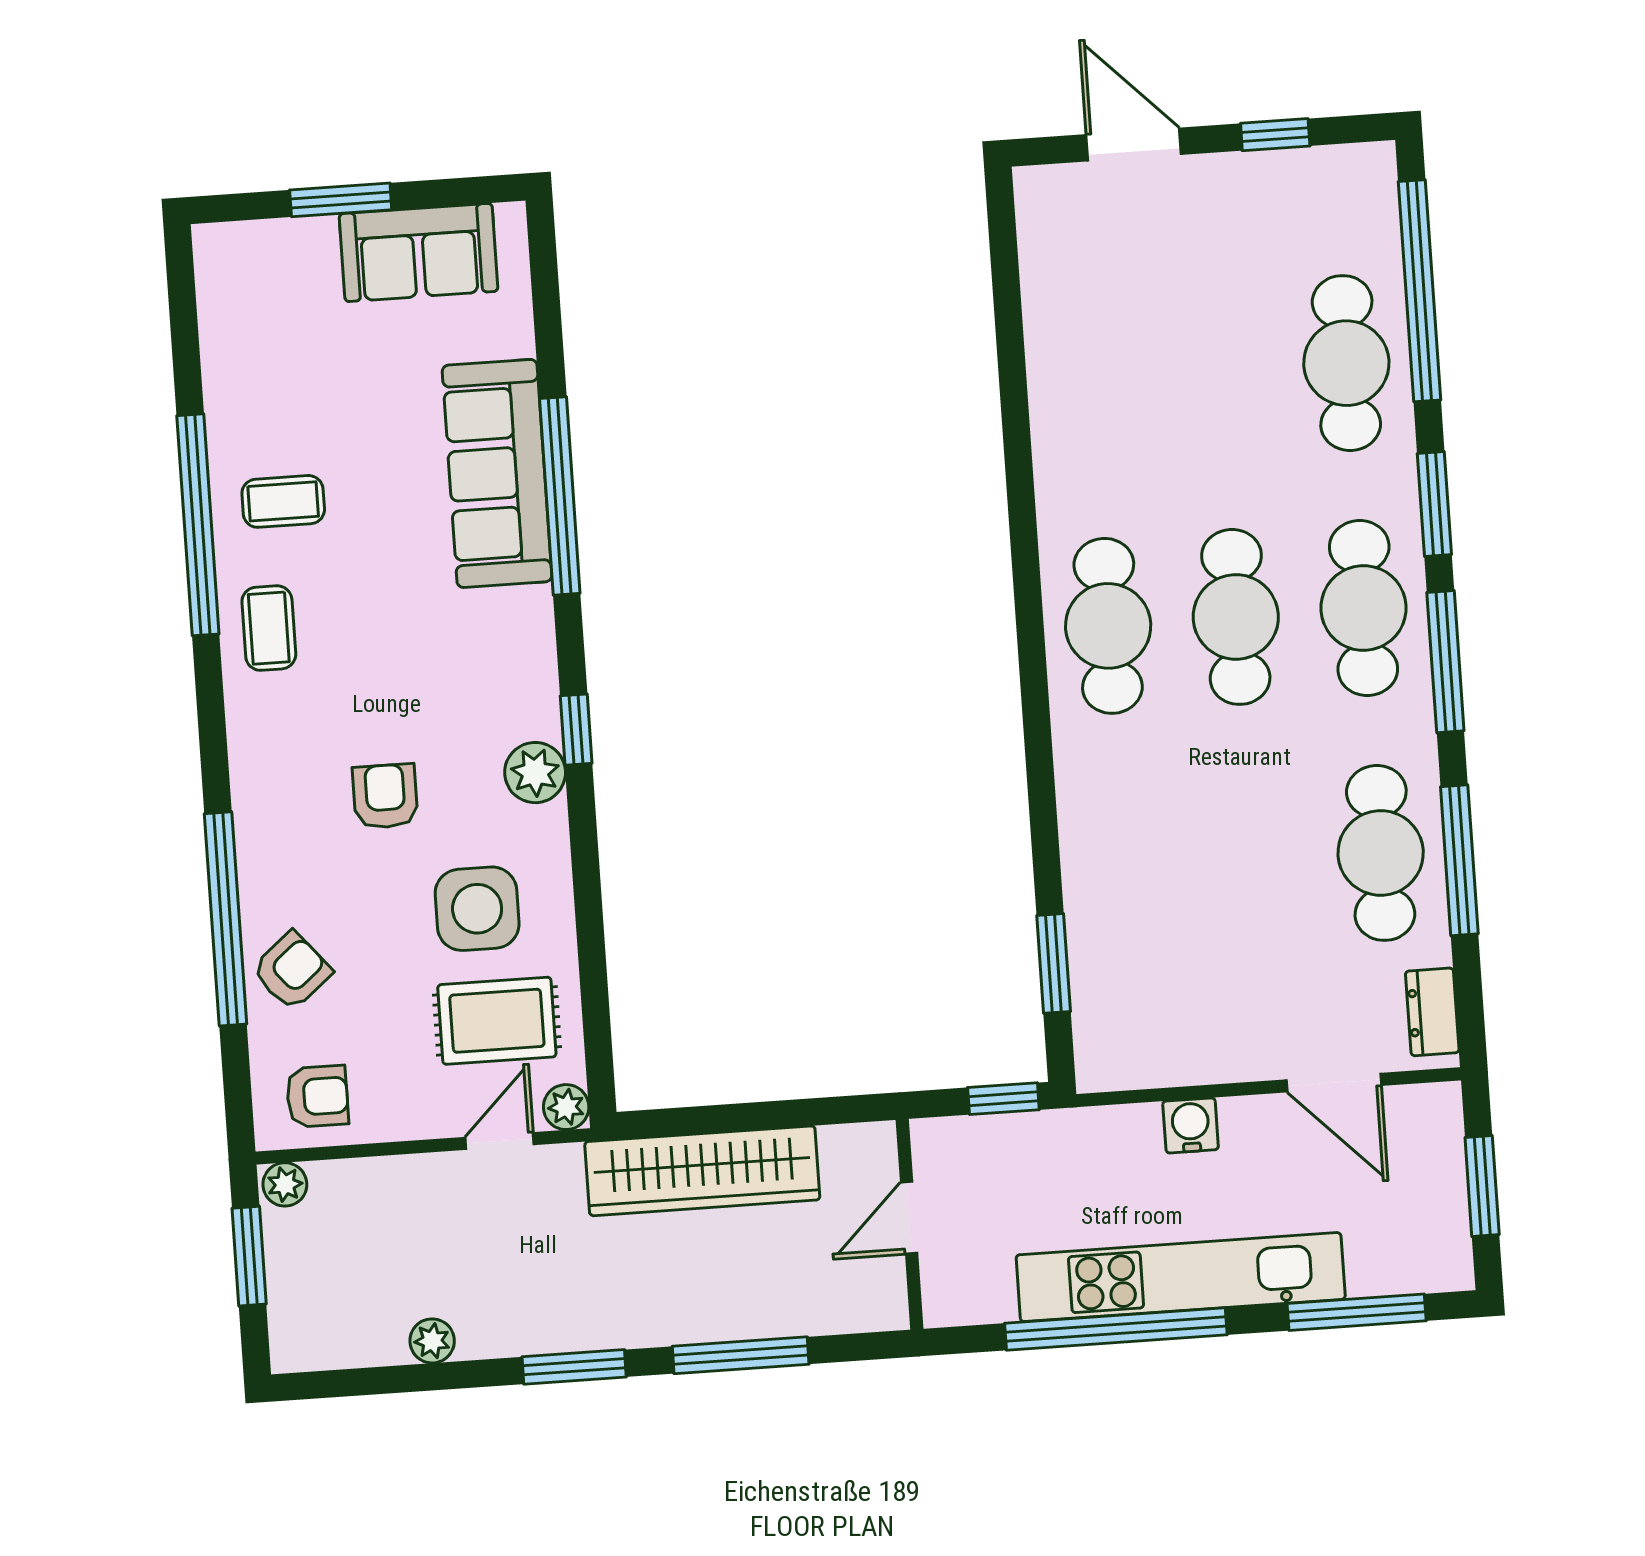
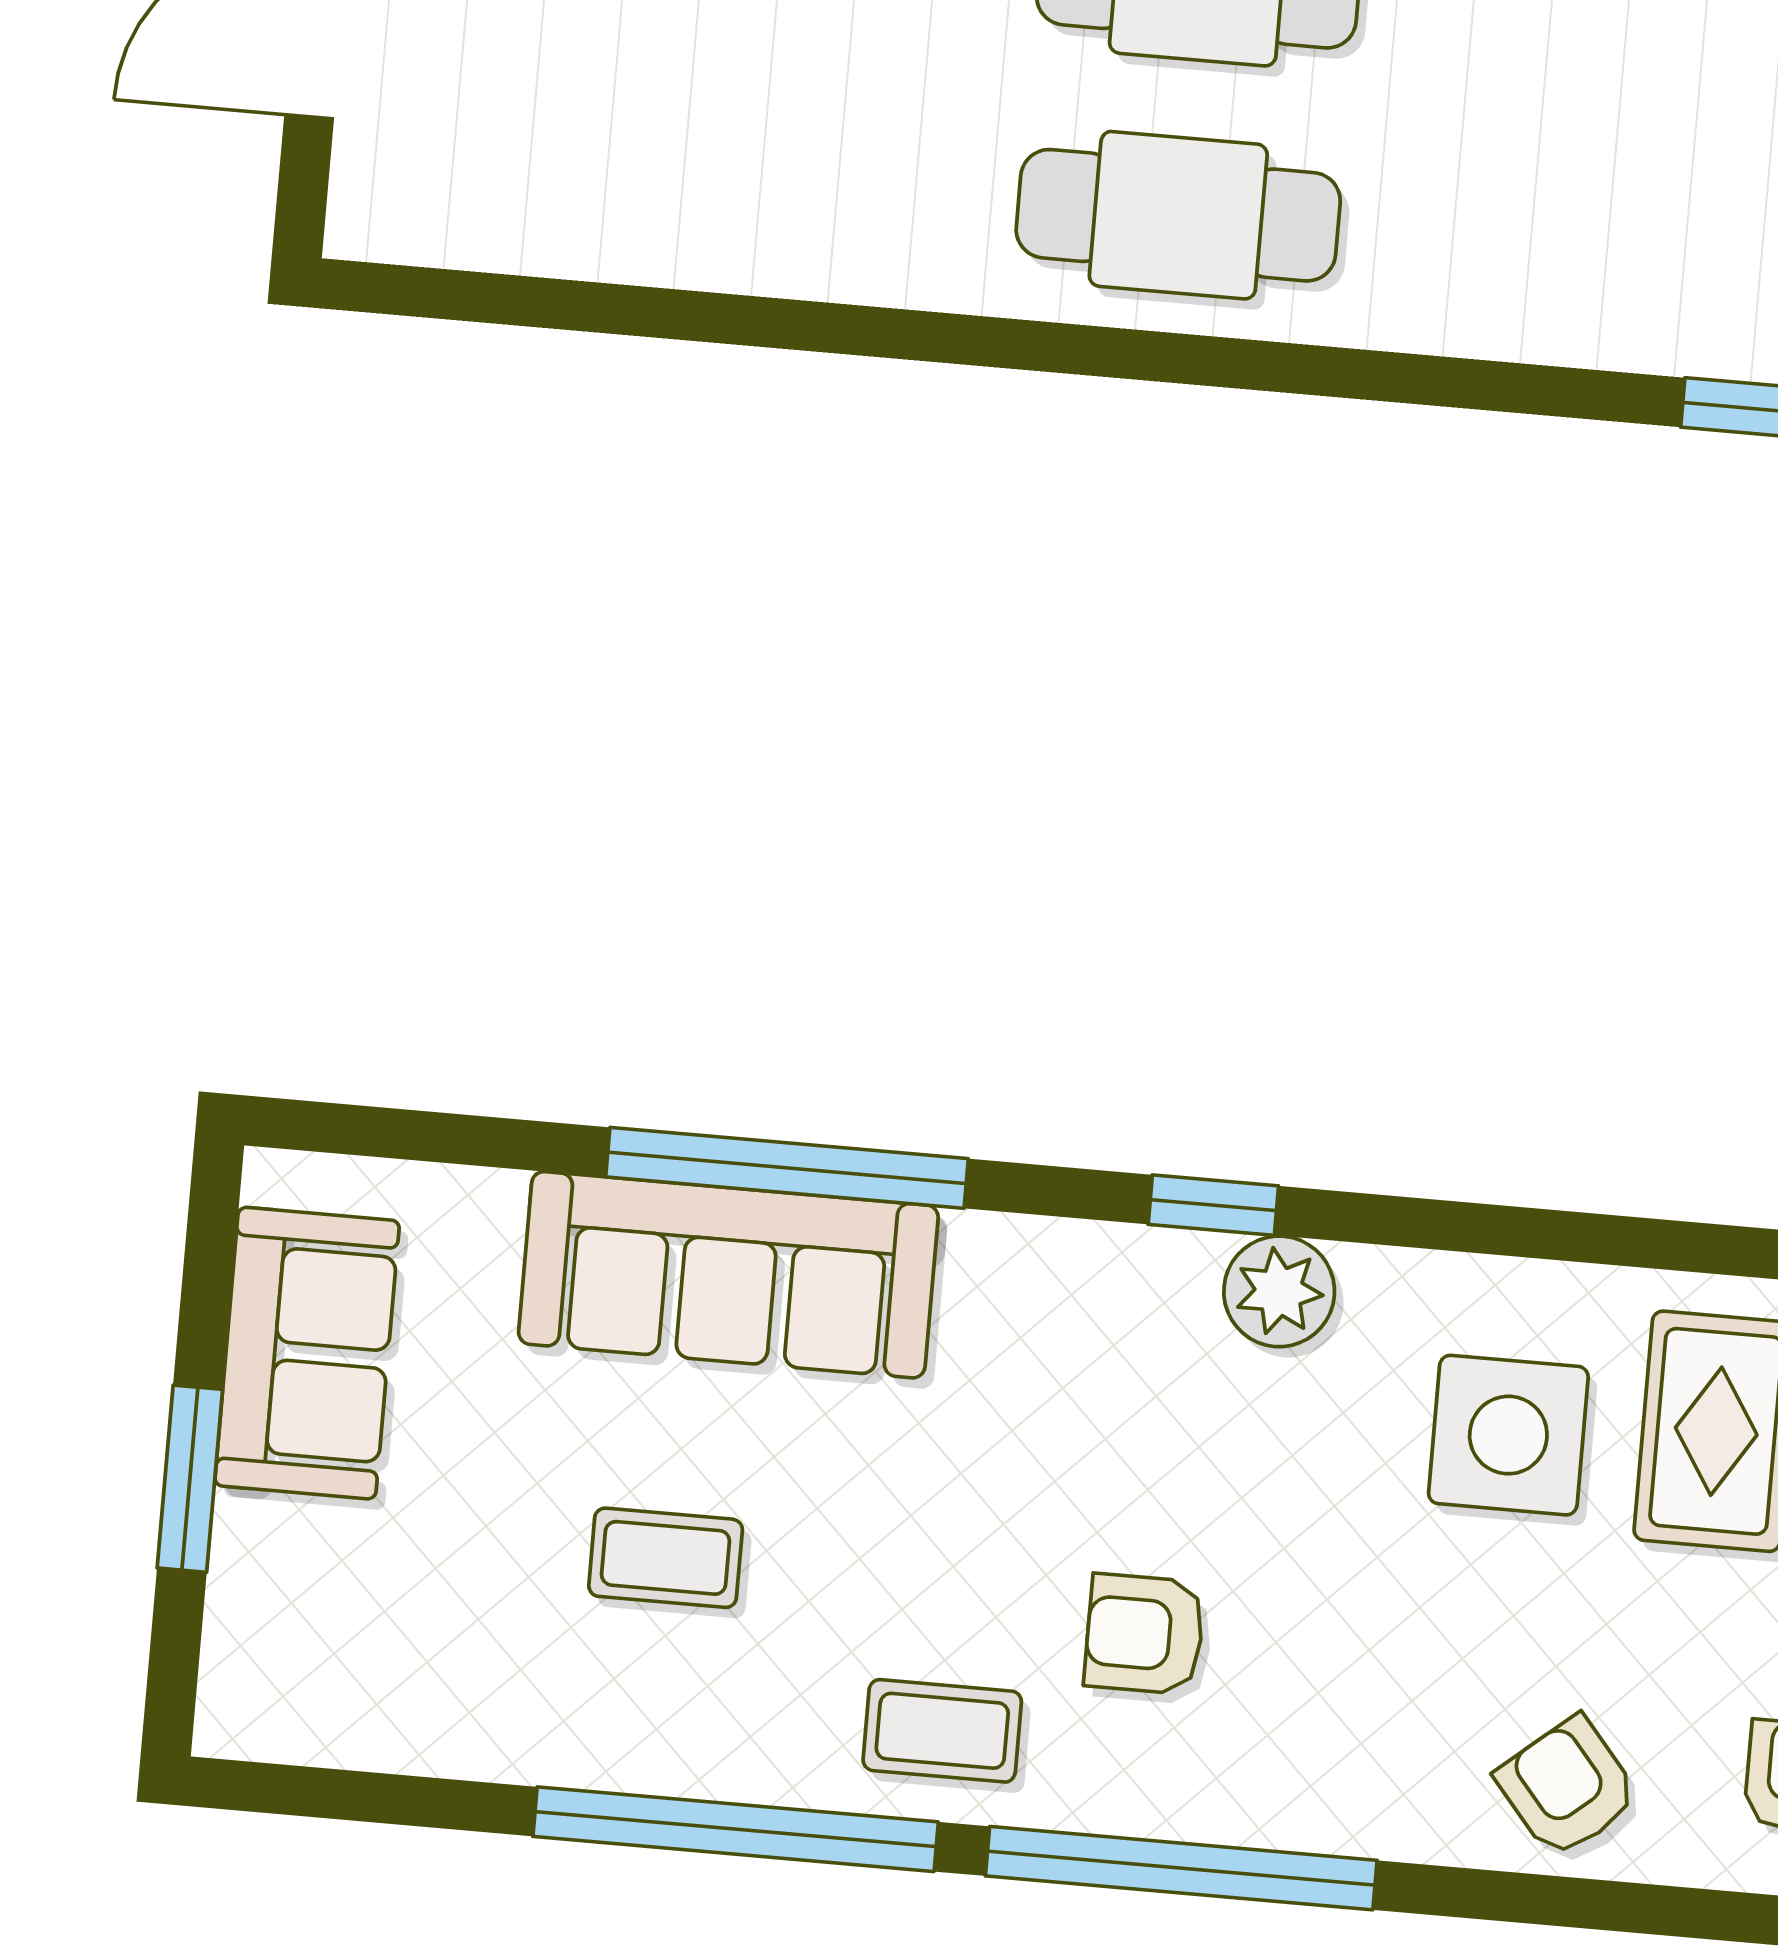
coffee table: (283, 501) -> (666, 1558), moved, turned 90
armchair: (385, 796) -> (1144, 1634), moved
window: (226, 919) -> (1181, 1868), moved

